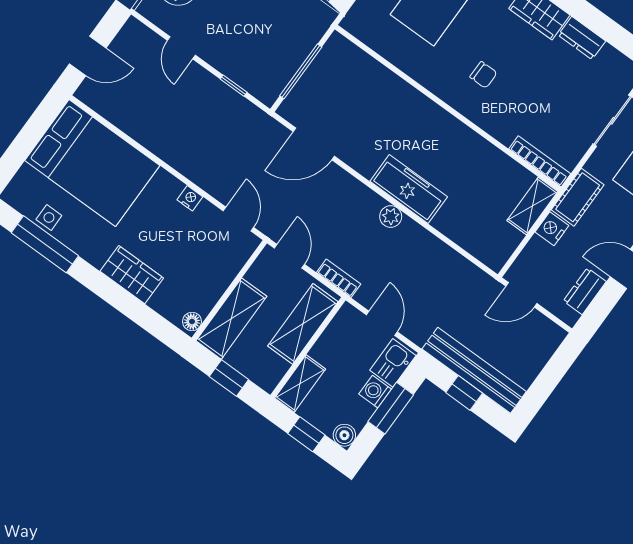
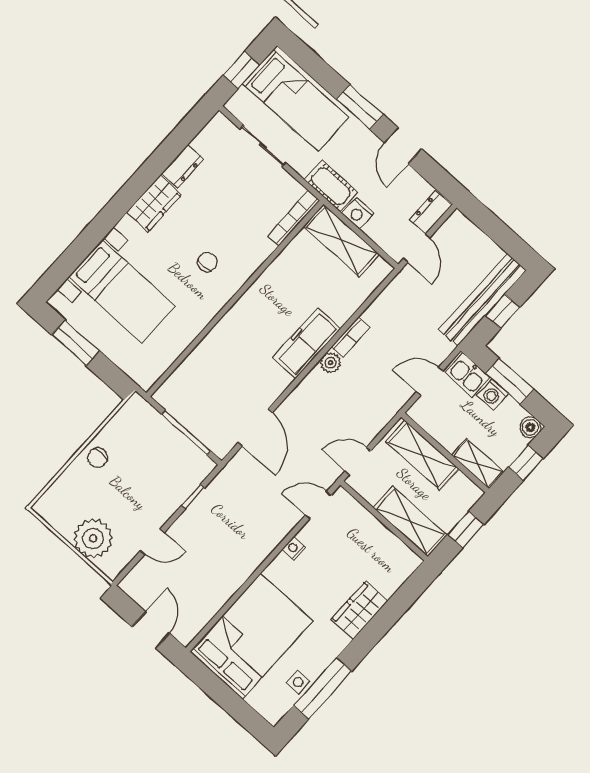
shelving: (532, 206) -> (342, 240), width x1.50, depth x1.33
bookcase: (339, 278) -> (350, 337), moved, turned 180
dresser: (585, 291) -> (431, 212), moved, turned 90
floor lamp: (192, 322) -> (409, 559), removed

